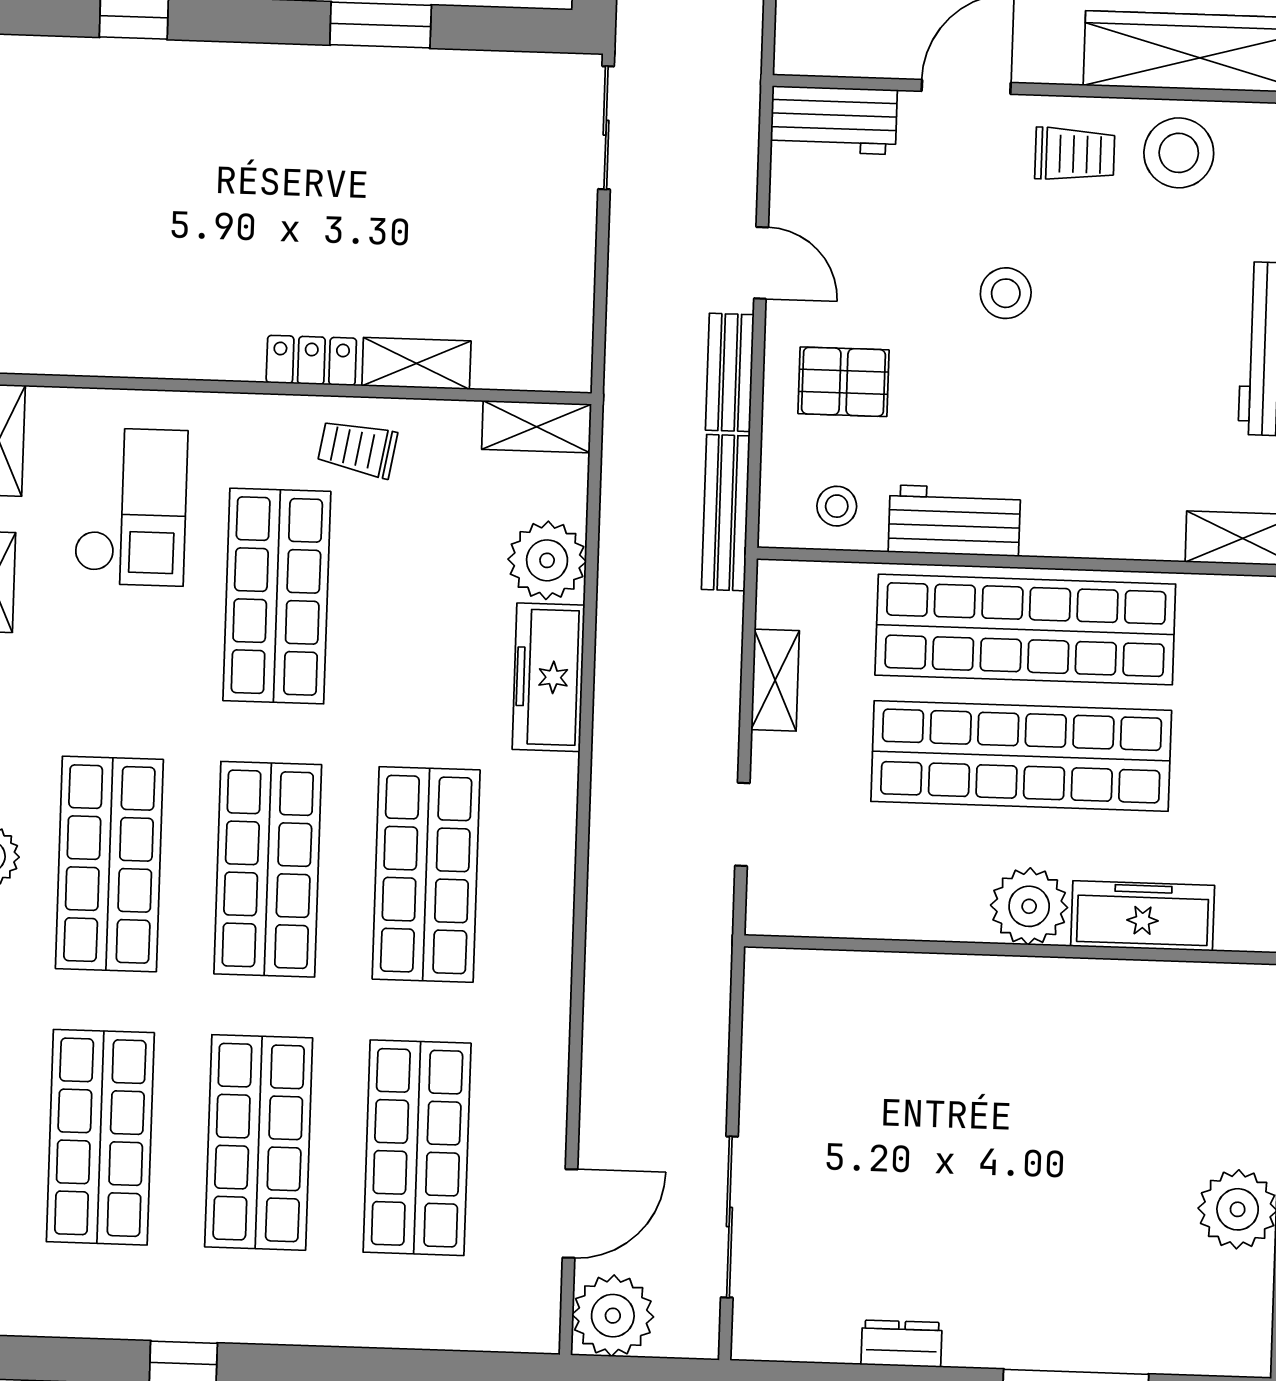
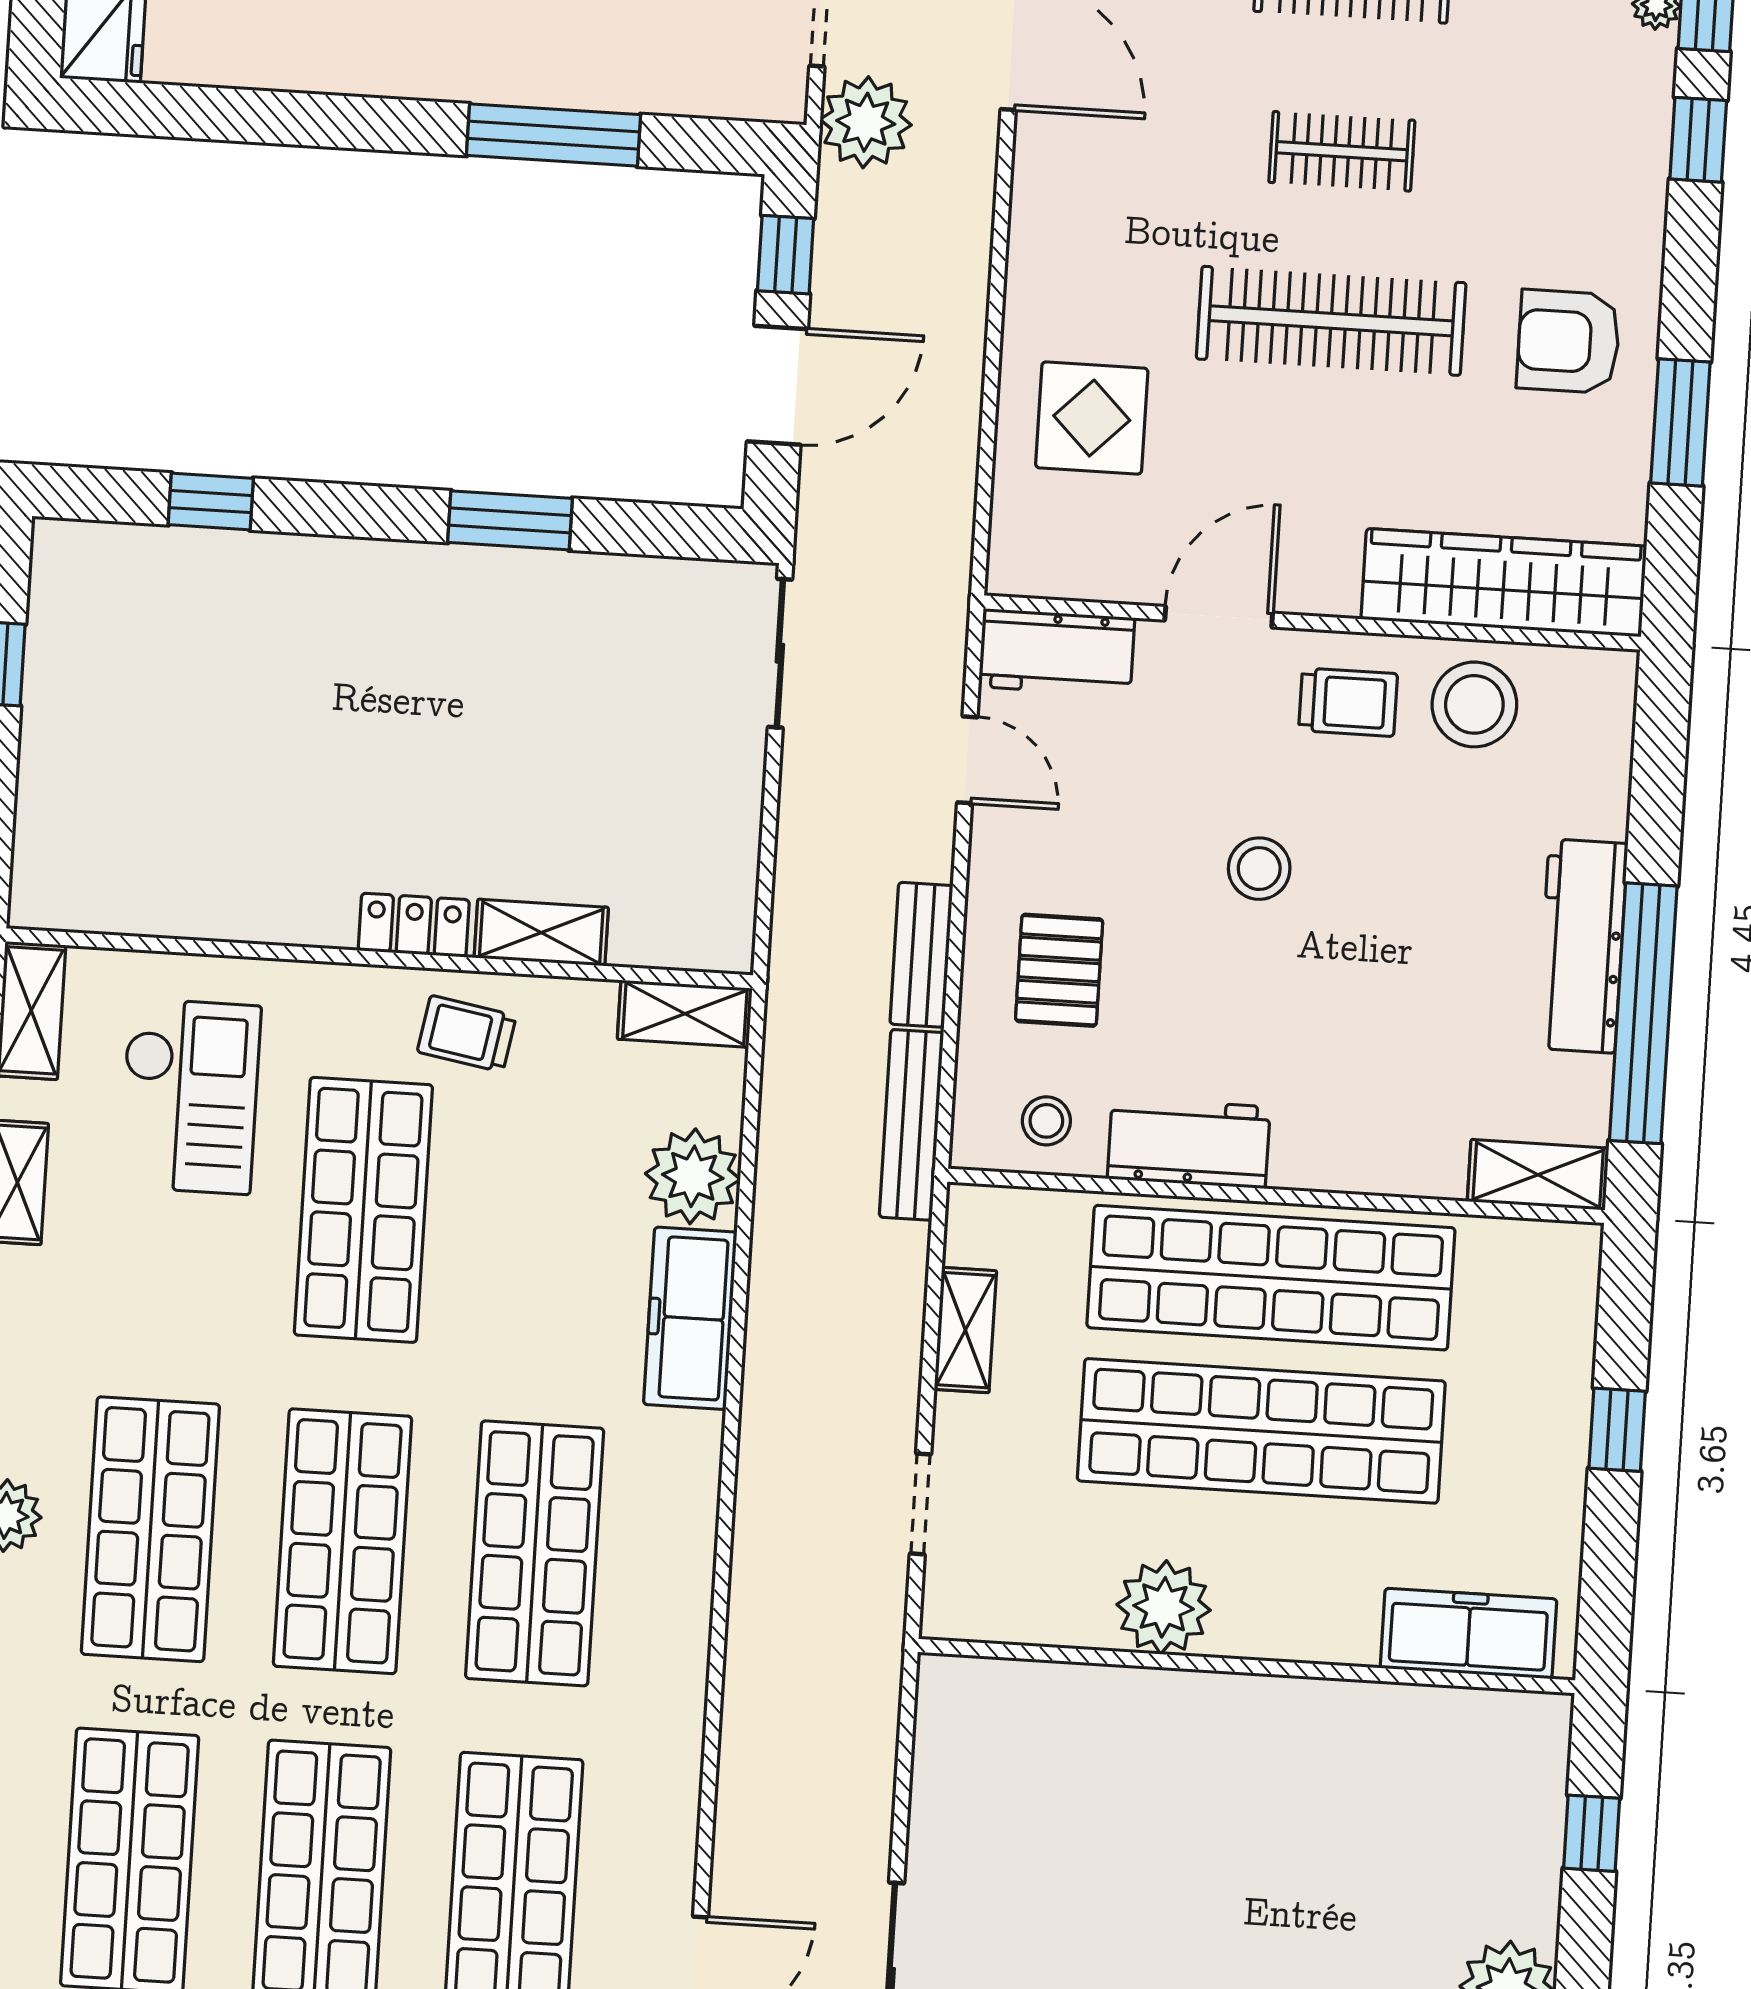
door: (761, 263) -> (967, 760), moved
pallet: (843, 382) -> (1059, 970), turned 90
plant: (1029, 906) -> (1164, 1607), moved
freezer: (1143, 916) -> (1469, 1633), moved

